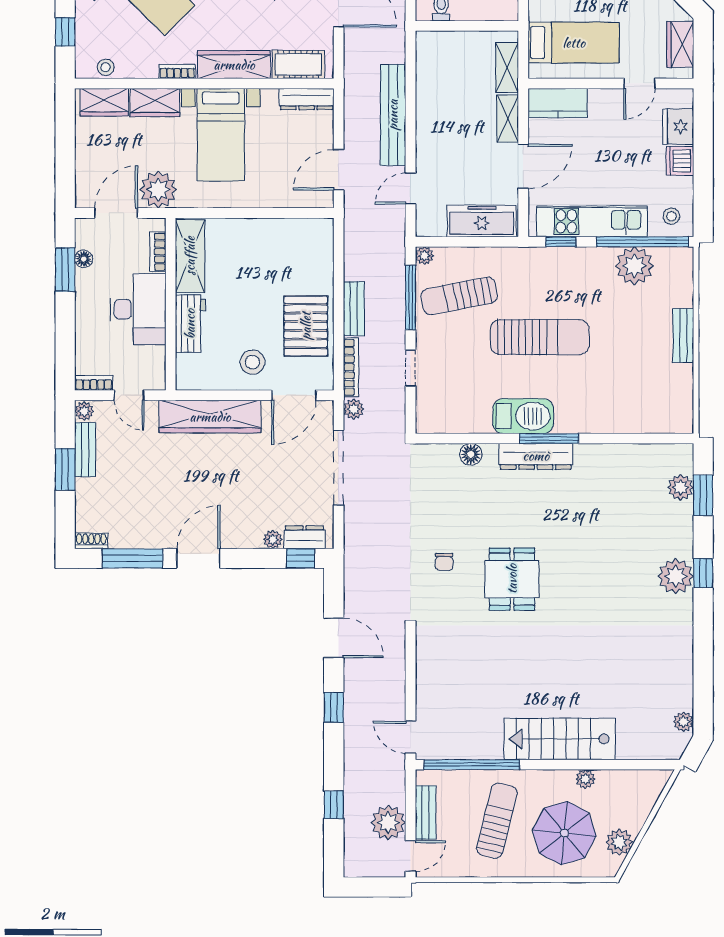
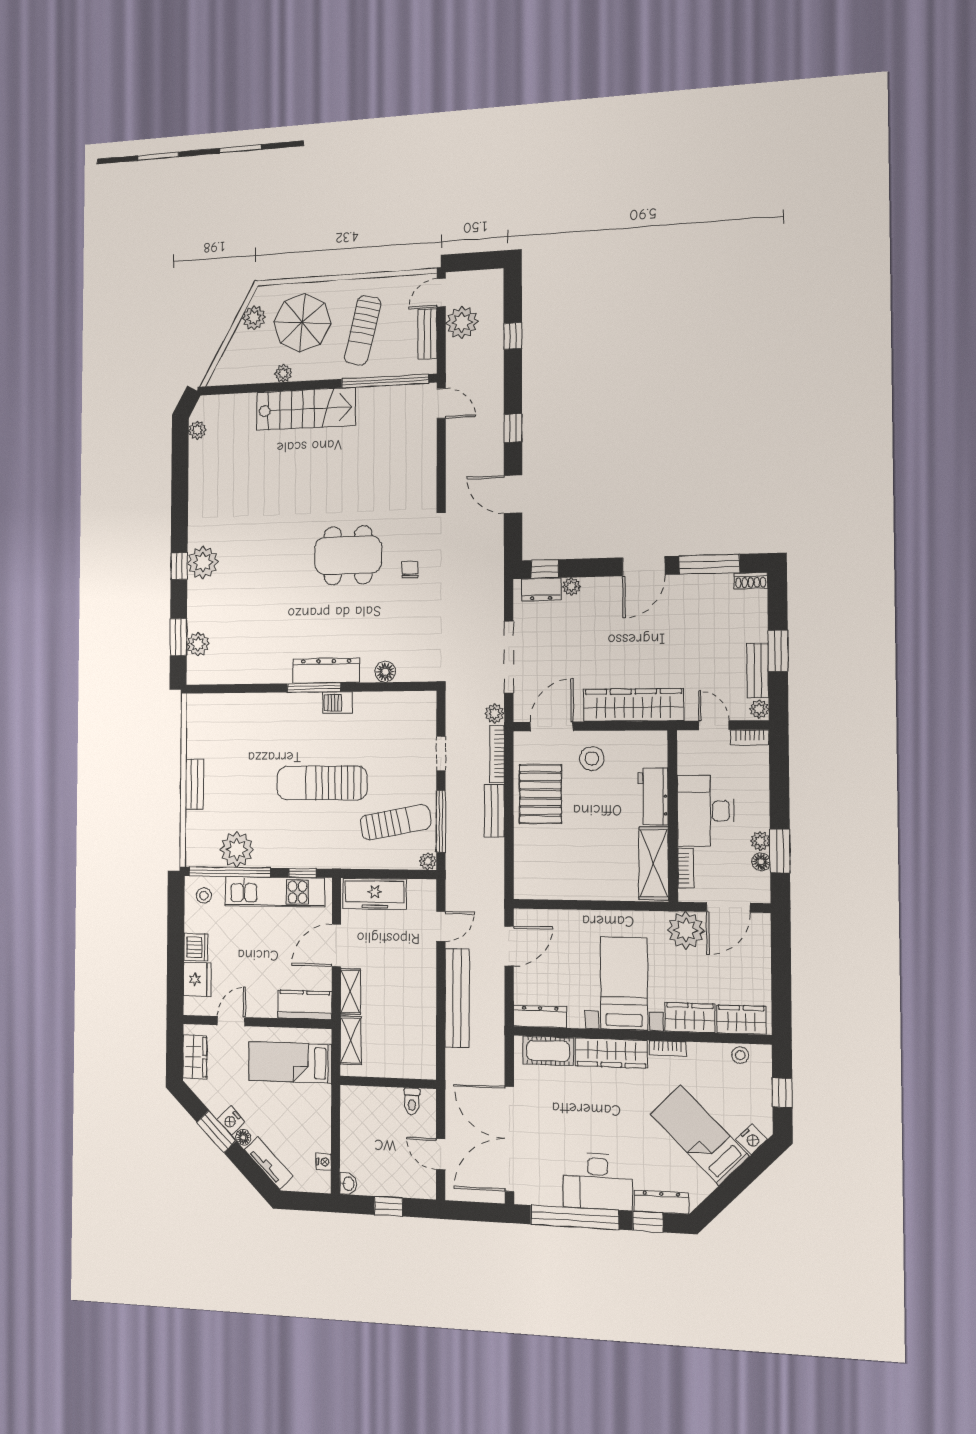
plant: (84, 279) -> (760, 841), added
barbecue: (523, 416) -> (337, 703), width x0.53, depth x0.65
dining table: (512, 579) -> (348, 555), width x1.38

